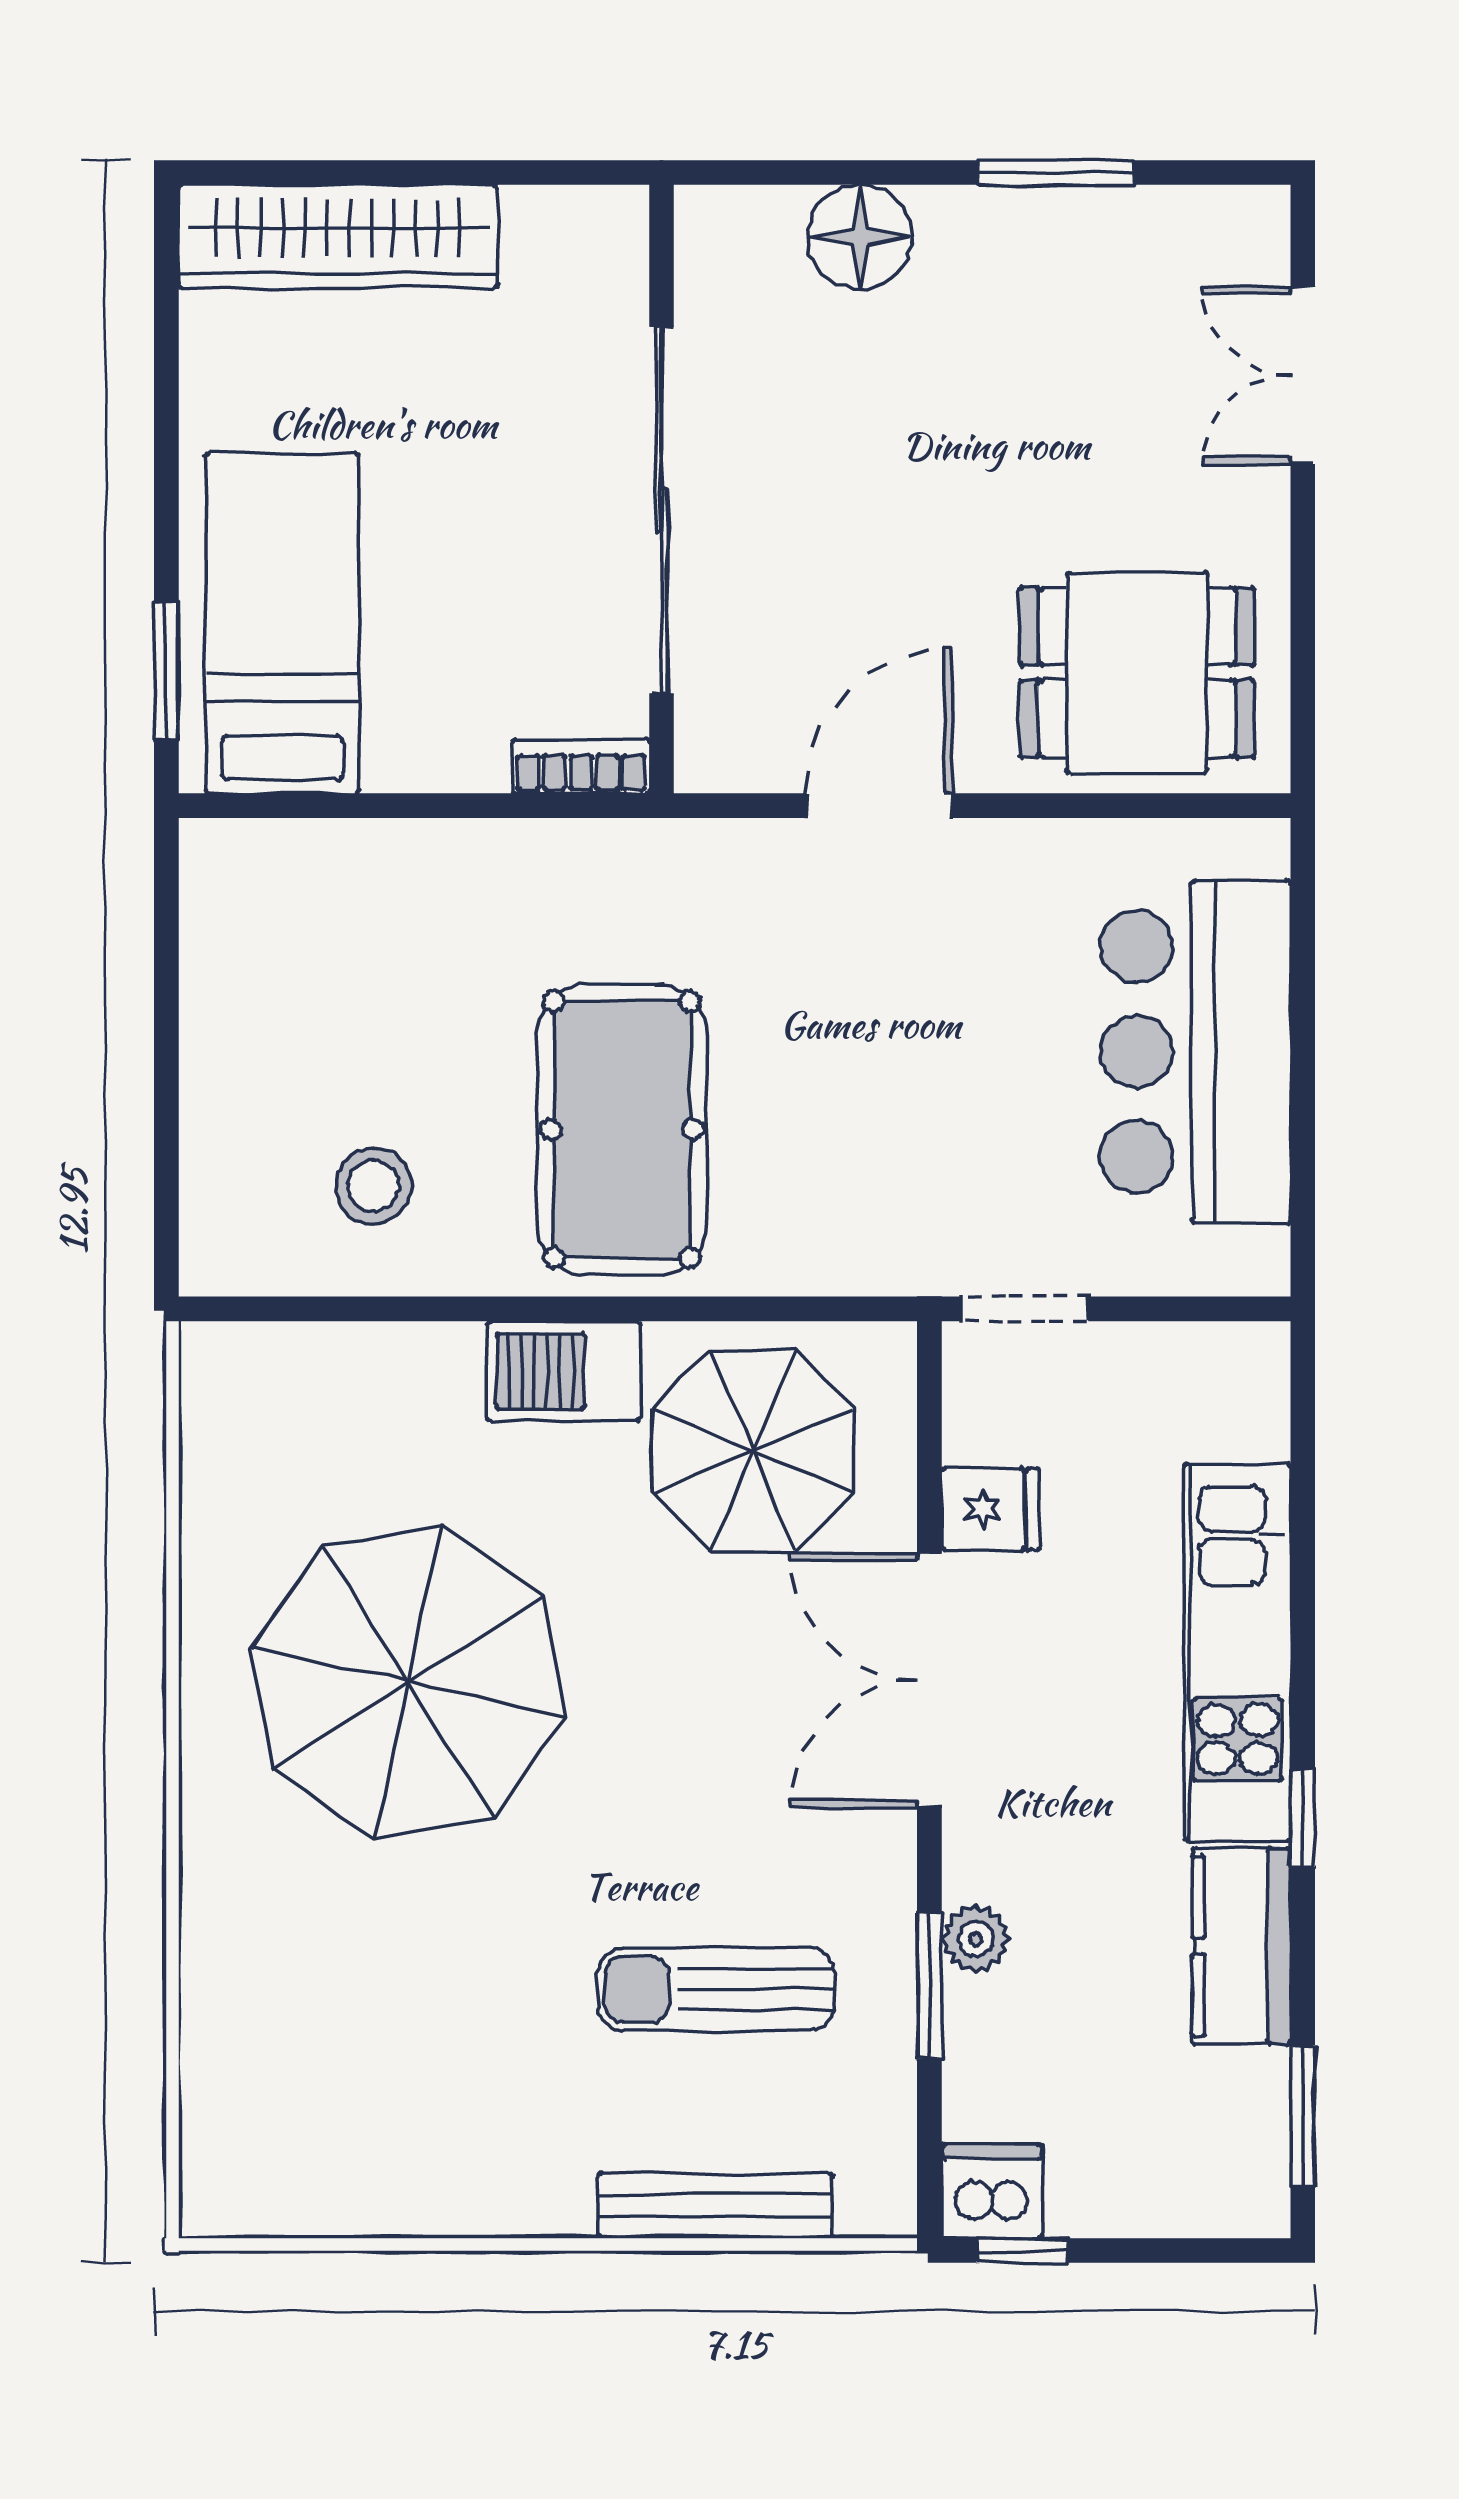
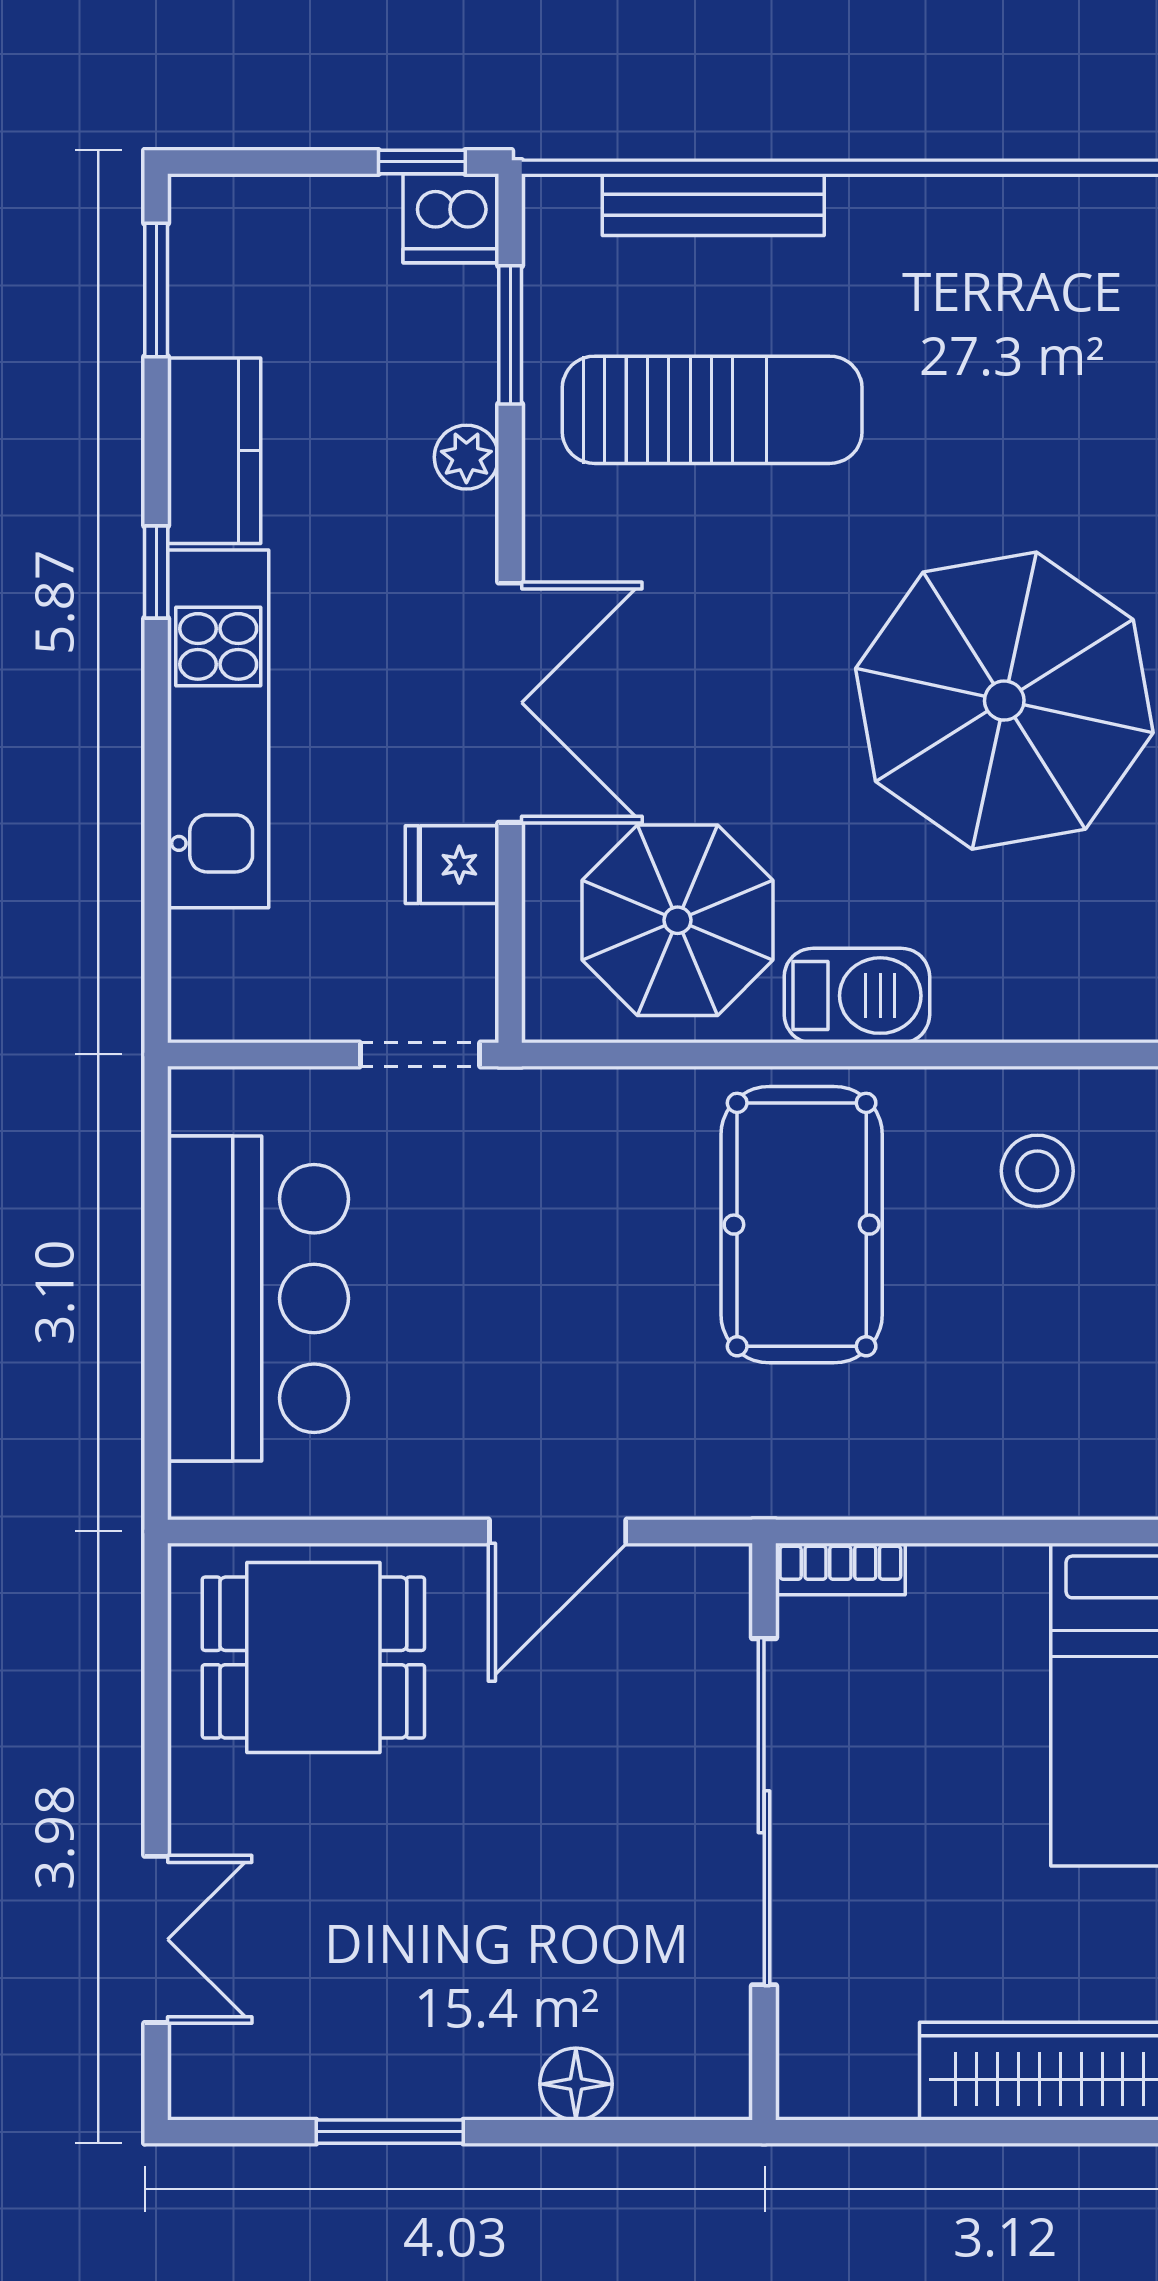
floor lamp: (860, 237) -> (576, 2084), width x0.73, depth x0.73
window: (929, 1985) -> (510, 335), moved
sun lounger: (716, 1989) -> (712, 410), width x1.36, depth x1.34

